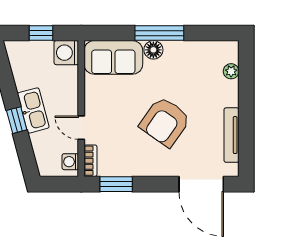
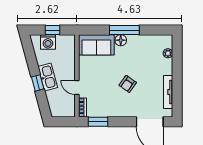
washing machine: (66, 53) -> (48, 42), moved, turned -90
armchair: (165, 122) -> (128, 84), width x0.53, depth x0.53
washing machine: (70, 162) -> (70, 108), removed

